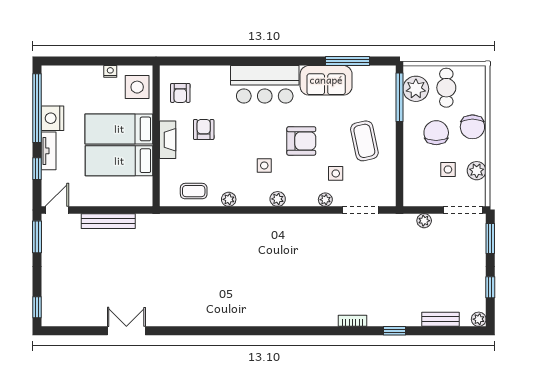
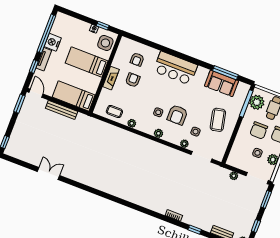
window: (122, 61) -> (103, 26), added
sofa: (326, 80) -> (221, 83), moved
armchair: (180, 93) -> (137, 59), moved
chair: (436, 133) -> (259, 130), turned 180
armchair: (301, 141) -> (177, 115), moved, turned 90
bed: (119, 161) -> (74, 96), moved
door: (57, 210) -> (36, 93), hinge flipped

